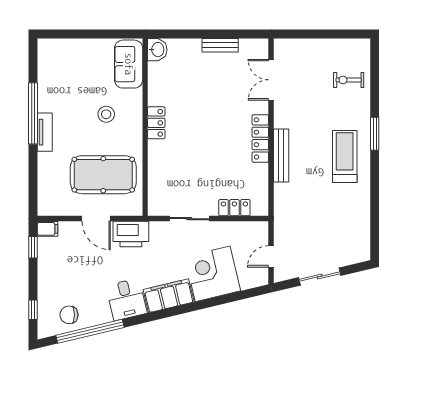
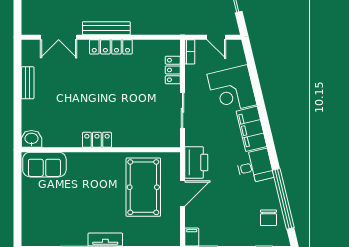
stool: (106, 114) -> (89, 185), removed
bench: (281, 156) -> (106, 28), moved
bookcase: (255, 227) -> (190, 52), added

